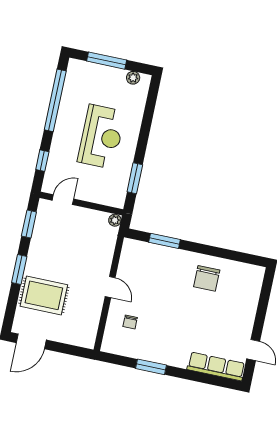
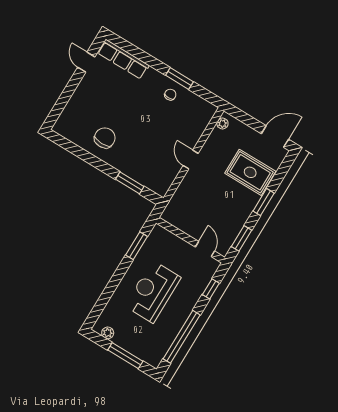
door: (63, 200) -> (205, 249), swing flipped
plant: (115, 220) -> (222, 124), moved
chair: (130, 322) -> (170, 95), moved

